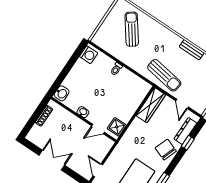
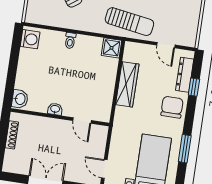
wardrobe: (151, 105) -> (127, 84), moved
shower: (117, 127) -> (111, 48), moved
door: (98, 129) -> (82, 121), hinge flipped
chair: (166, 150) -> (172, 107), turned 70

